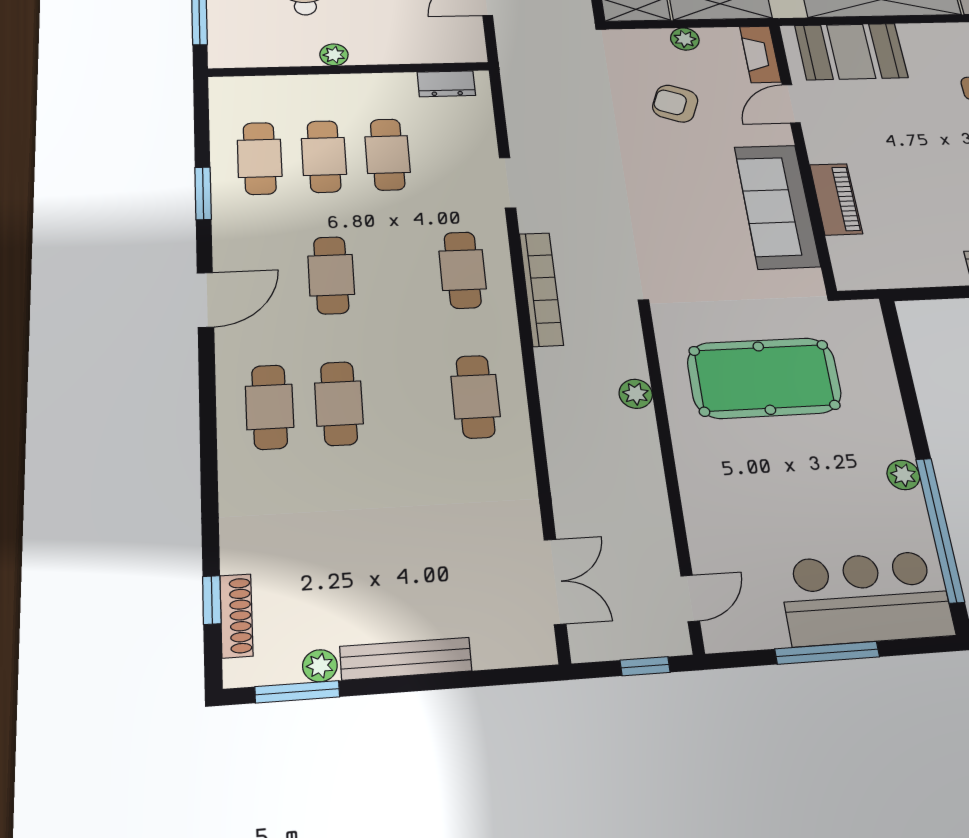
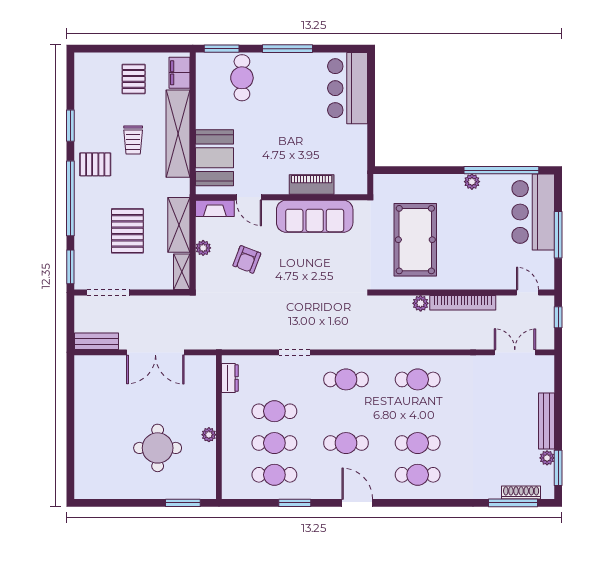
bookcase: (541, 289) -> (463, 303), moved, turned 180
window: (212, 600) -> (513, 503), width x2.17

